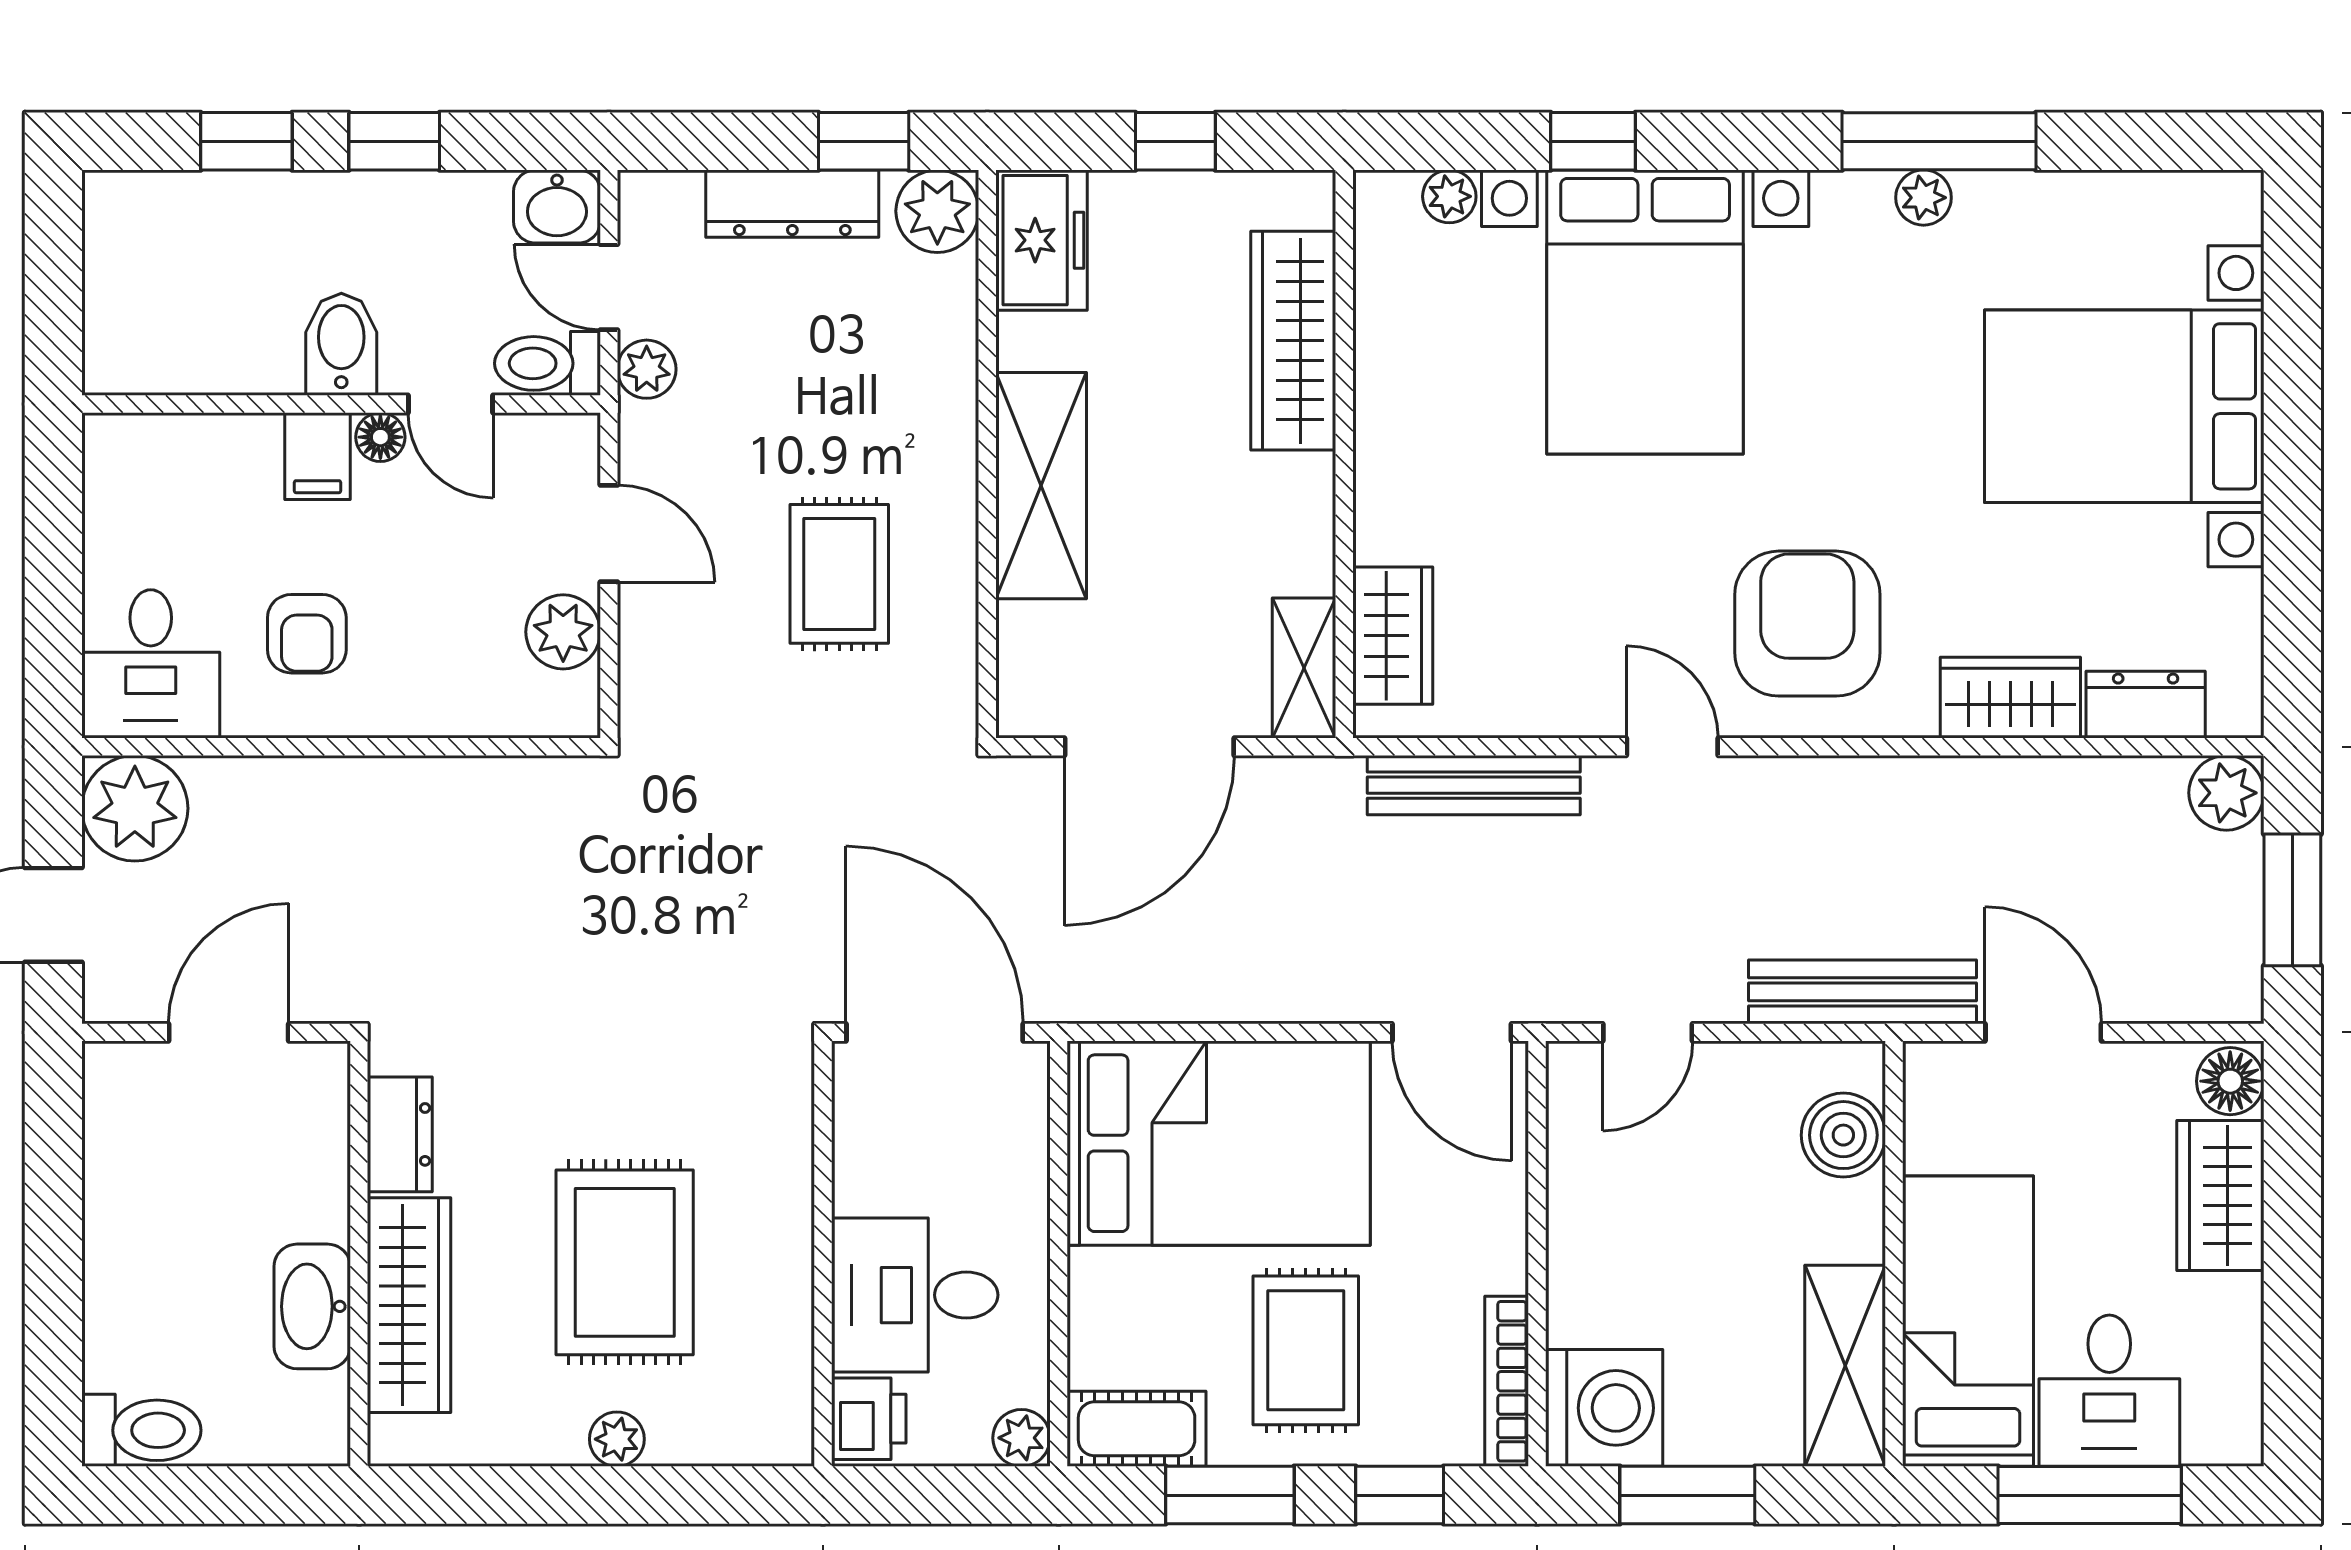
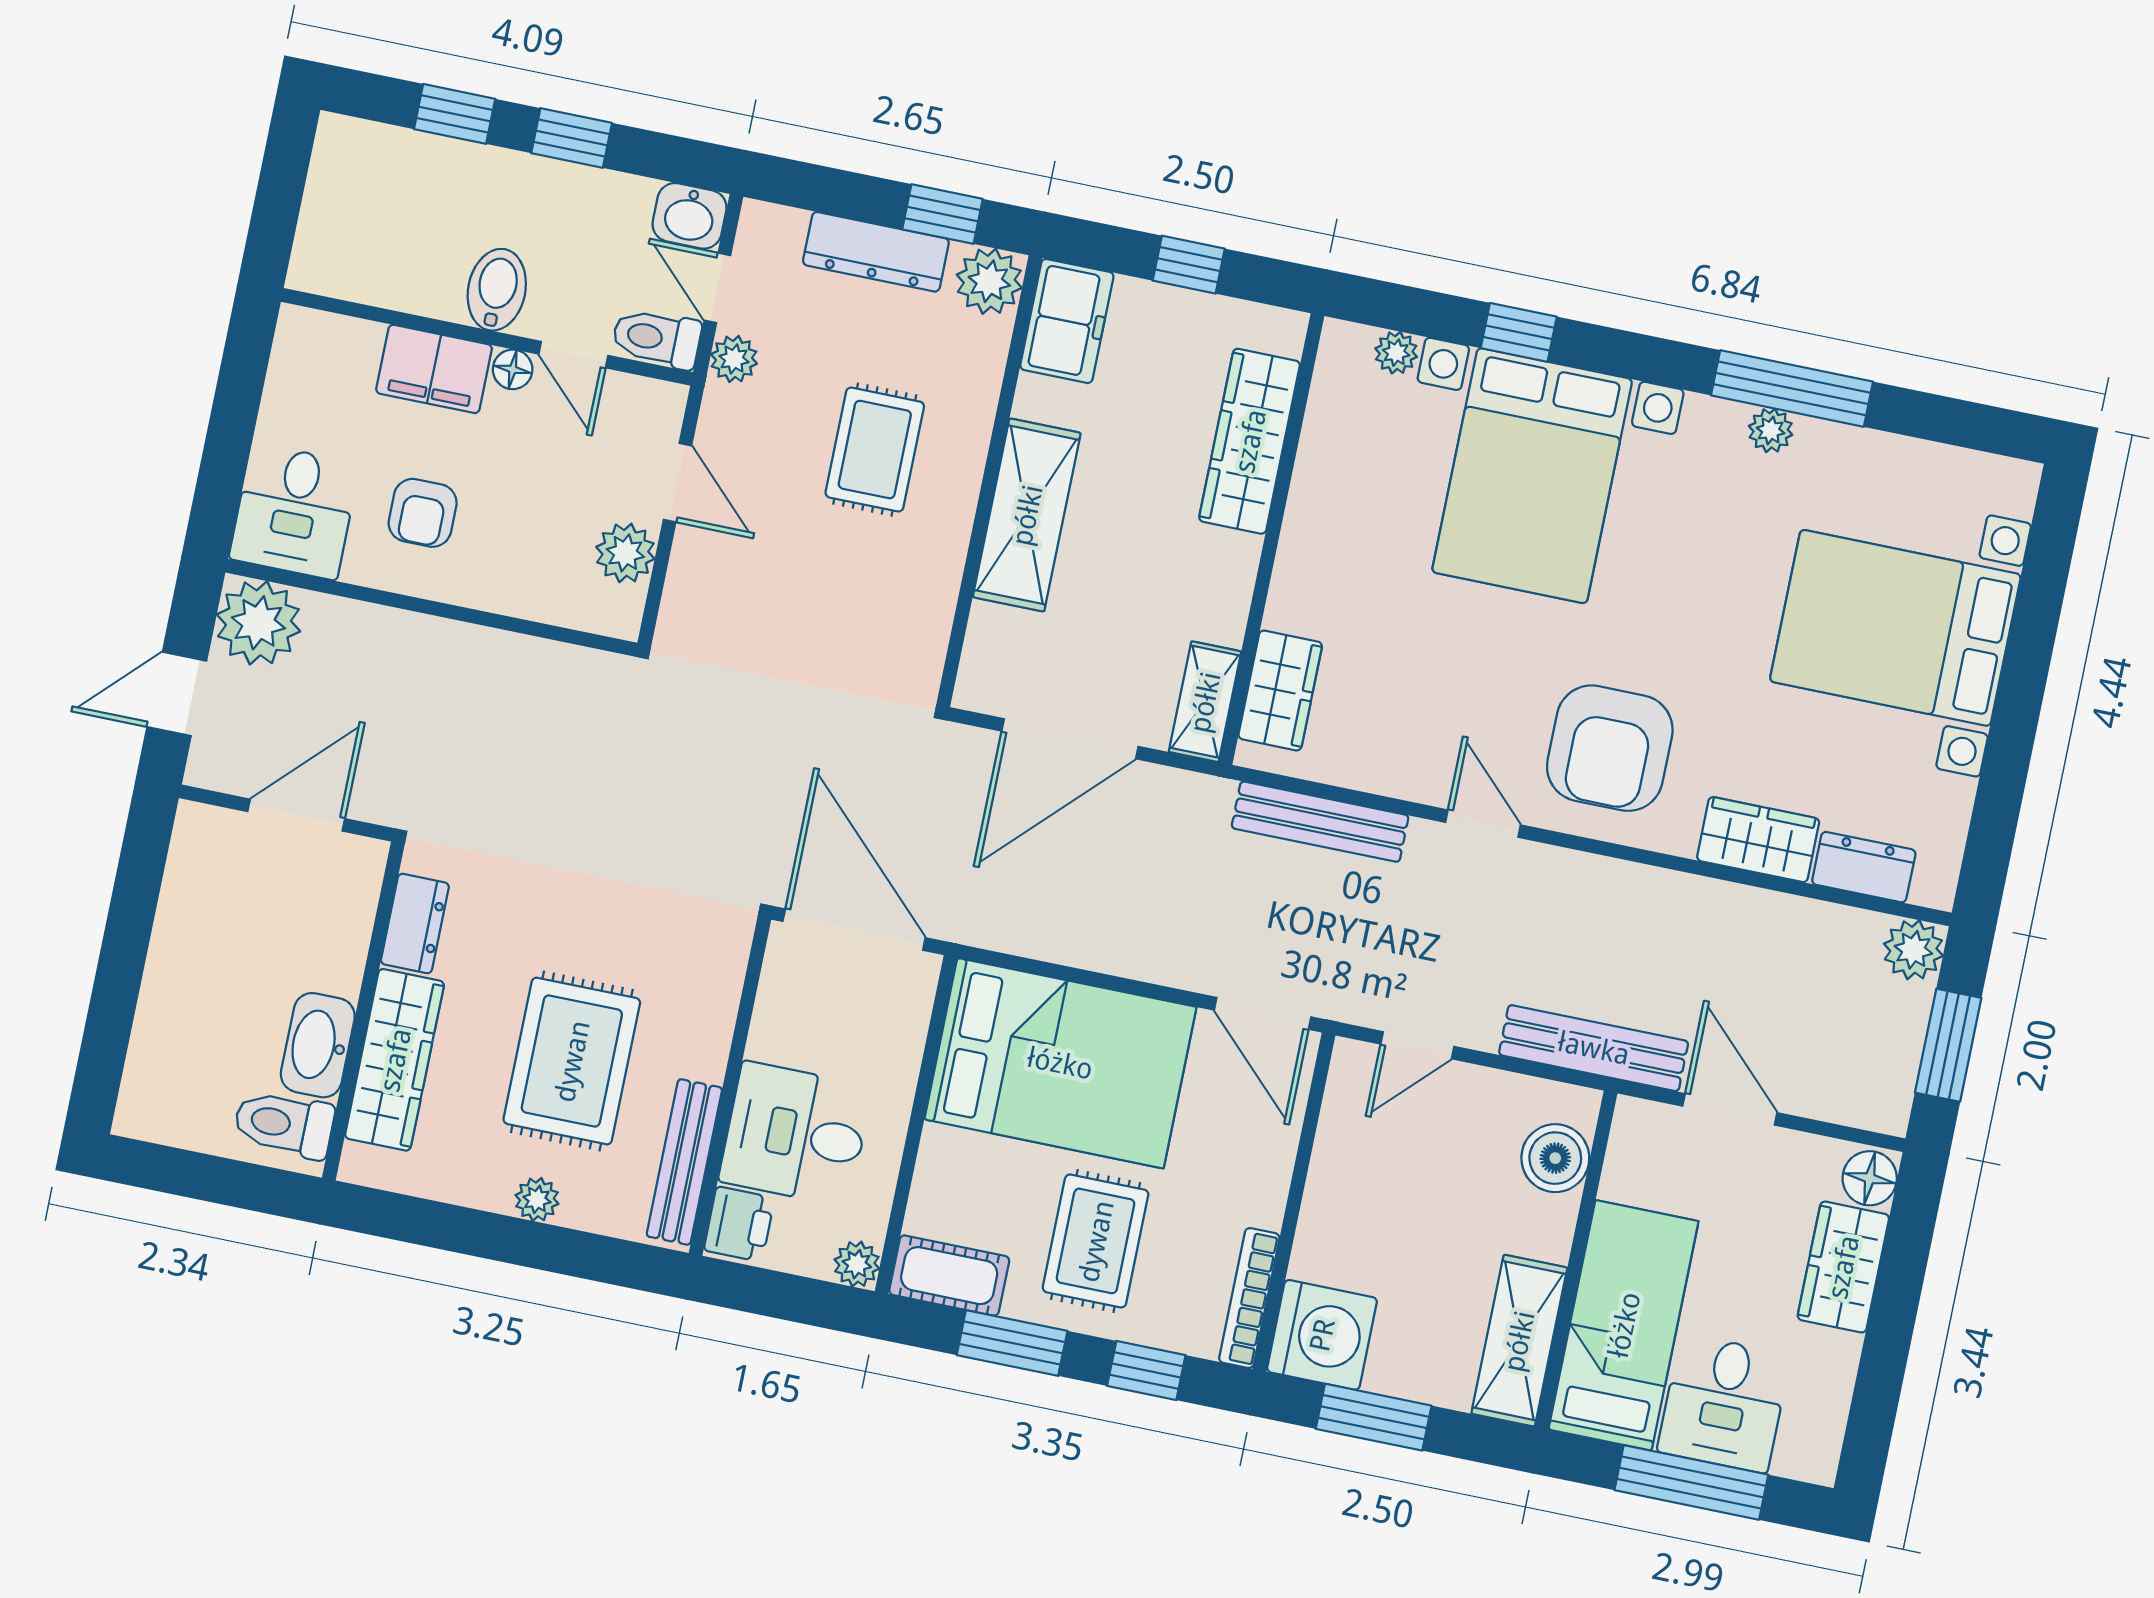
filing cabinet: (317, 456) -> (434, 369), width x2.00
rug: (839, 574) -> (875, 450), moved
armchair: (1807, 624) -> (1610, 748), turned 180
bench: (787, 1357) -> (684, 1162), added
toilet: (141, 1430) -> (284, 1124), moved, turned 180

